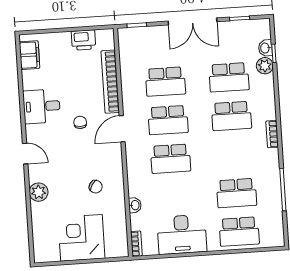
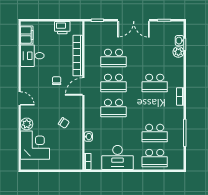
school desk: (229, 77) -> (155, 58), removed
desk: (42, 106) -> (32, 56), moved
corner desk: (81, 238) -> (35, 145), moved, turned 90

